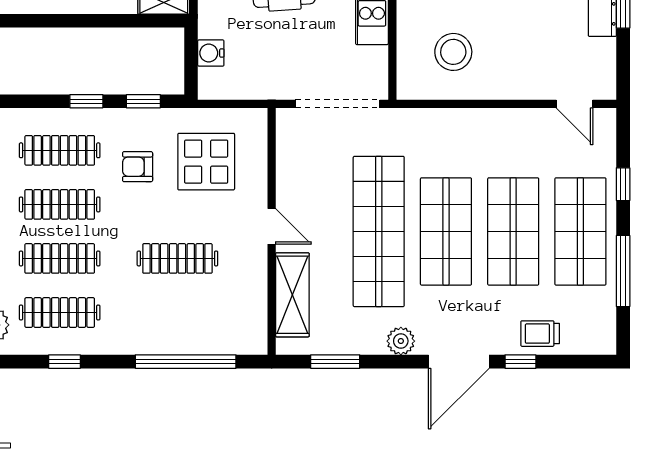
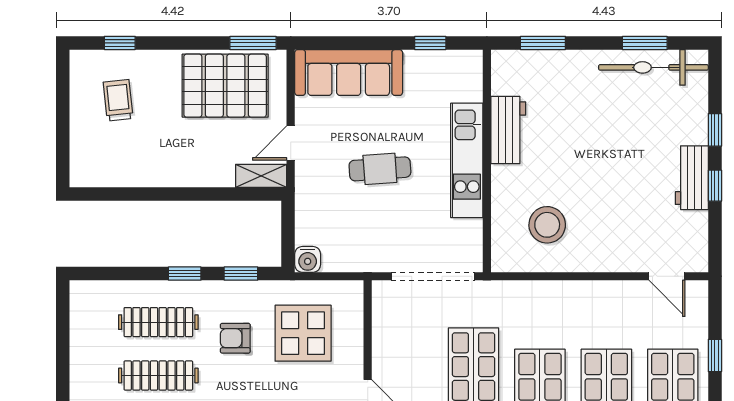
water cooler: (211, 53) -> (308, 259), moved, turned -90

